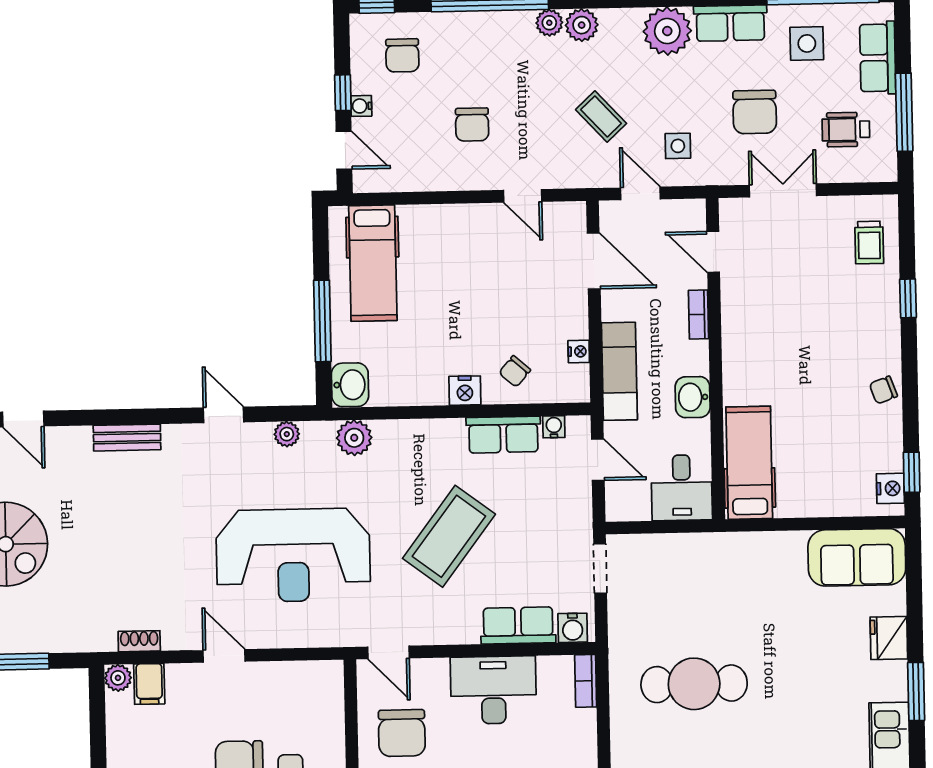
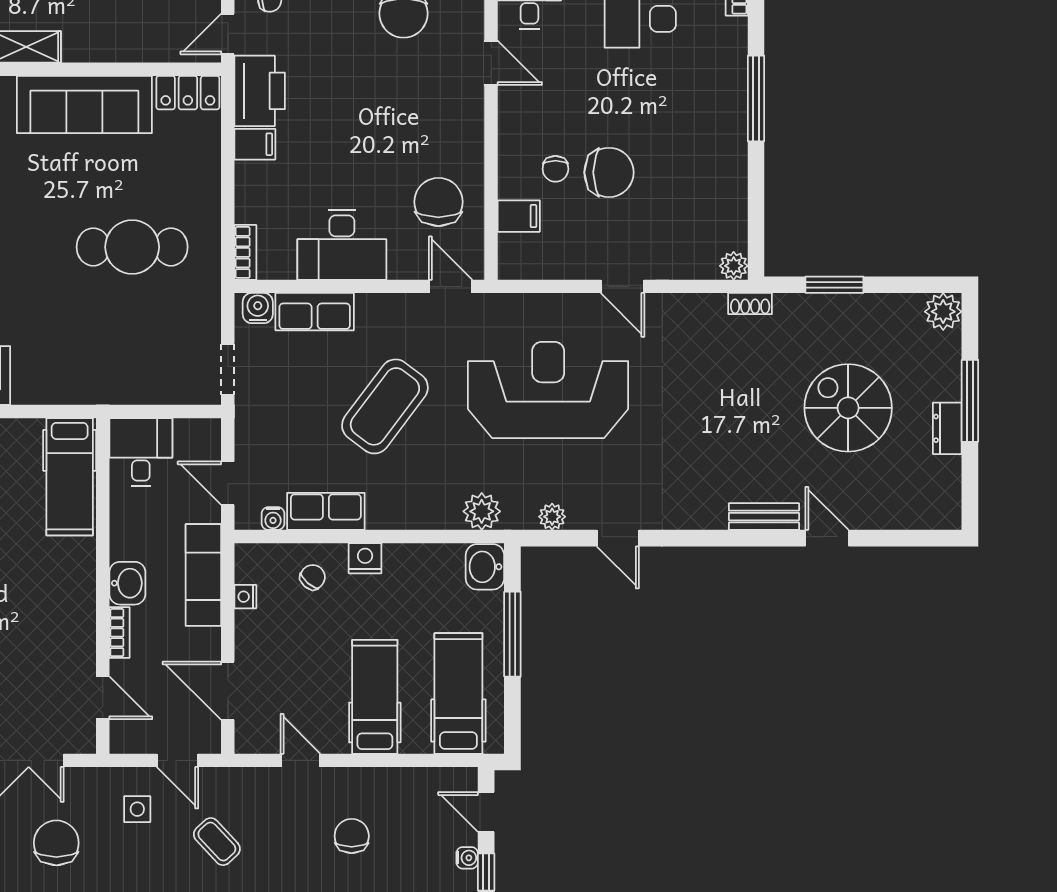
hospital bed: (453, 258) -> (375, 697), added
washbasin: (693, 397) -> (127, 583), moved
bench: (127, 438) -> (764, 517), moved
shoe rack: (139, 641) -> (750, 304), moved
filing cabinet: (149, 684) -> (519, 216), moved, turned 90

